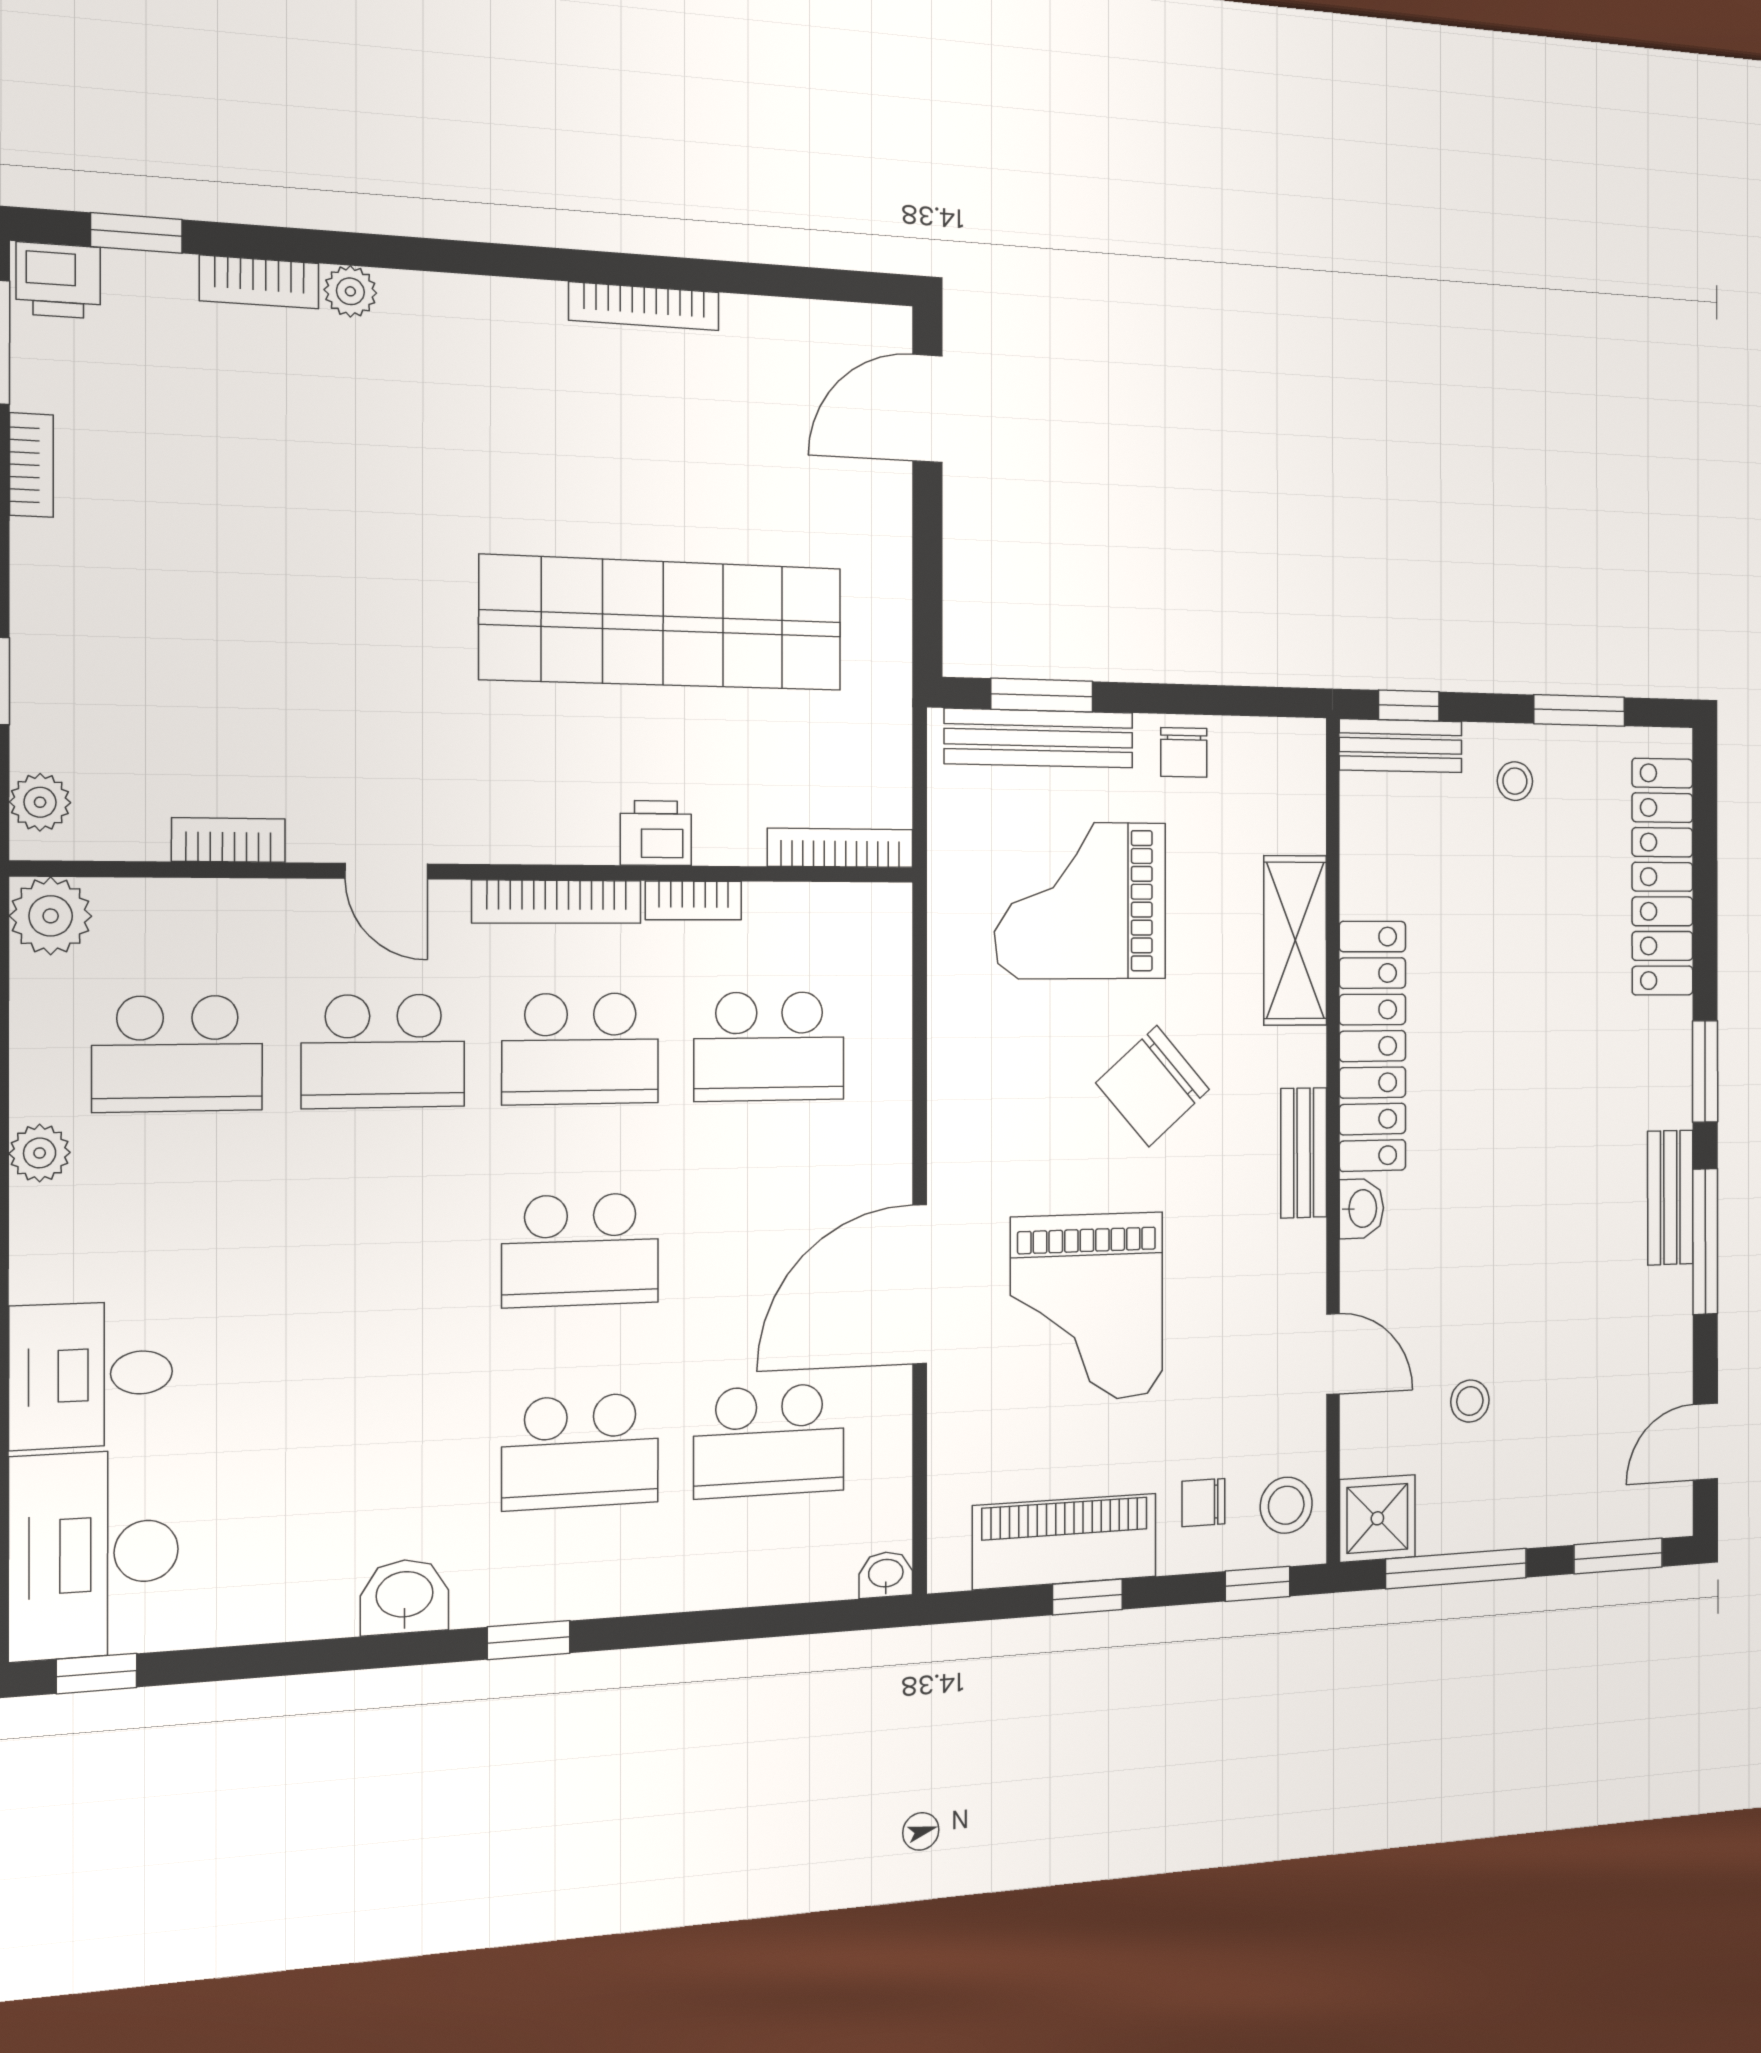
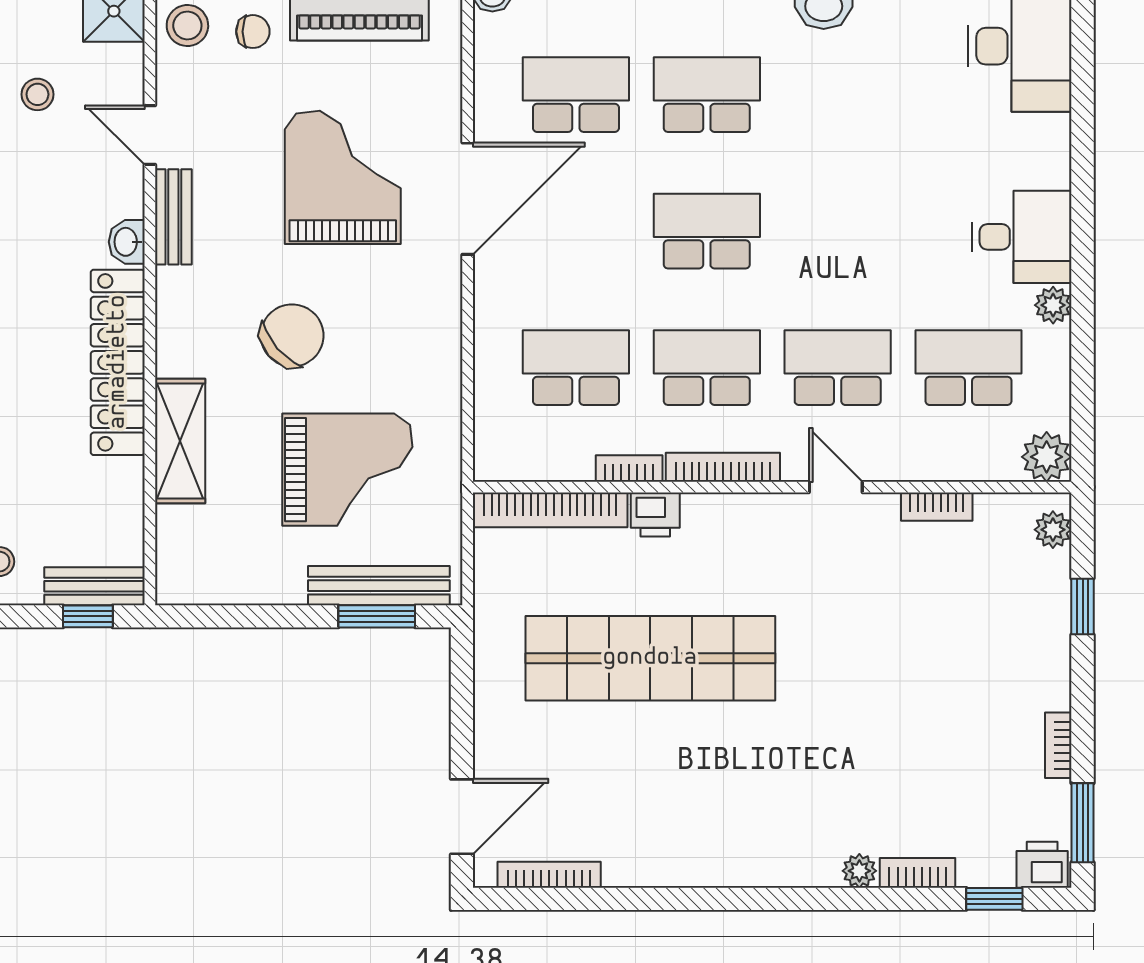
bookcase: (644, 306) -> (549, 875), moved
chair: (1184, 752) -> (268, 578), removed
bookcase: (841, 848) -> (550, 510), width x1.48, depth x1.31
bench: (1304, 1153) -> (173, 217), moved
desk: (91, 1375) -> (1022, 237), moved

